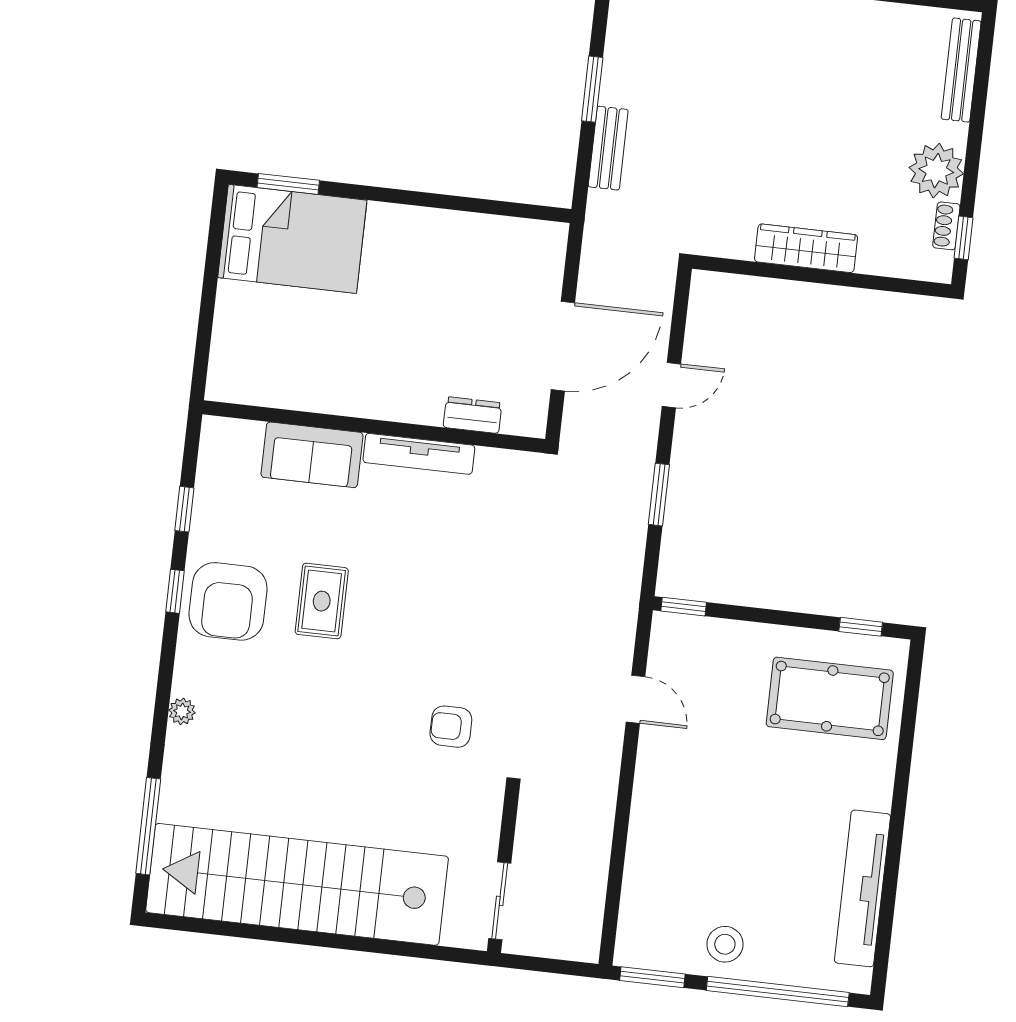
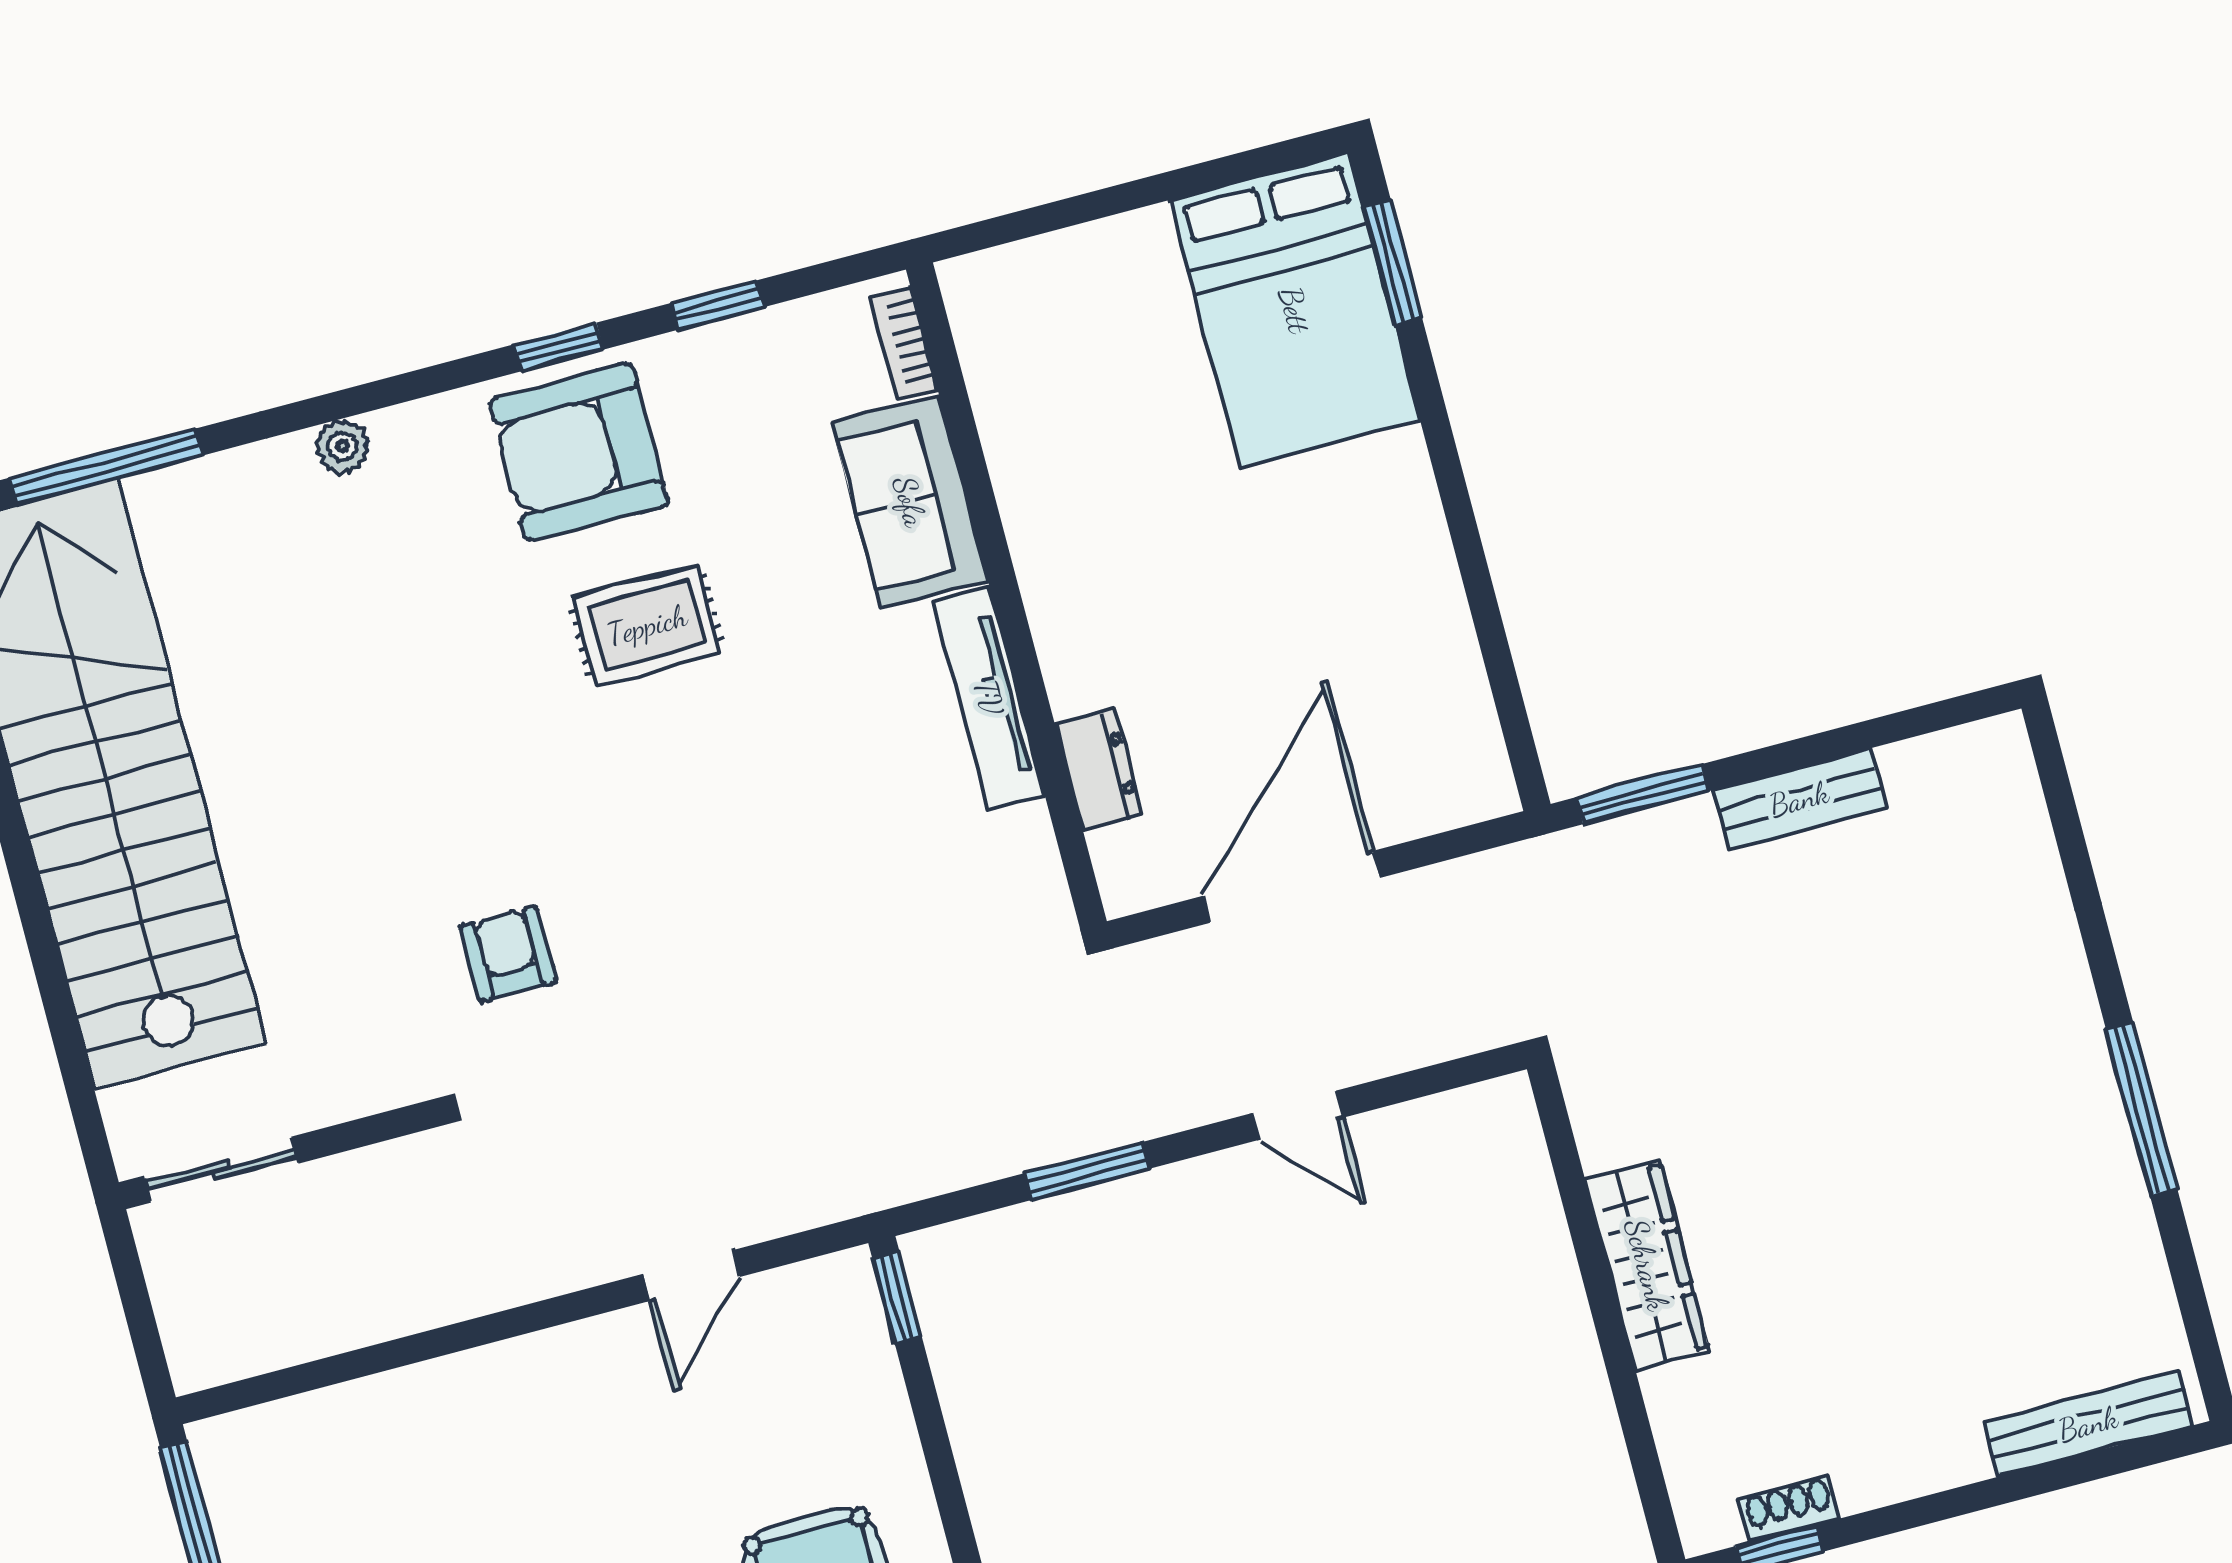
window: (592, 89) -> (1643, 794), moved
bench: (608, 148) -> (1799, 799), moved
plant: (936, 171) -> (1884, 1450), removed
door: (563, 346) -> (1291, 887), swing flipped
bookcase: (236, 429) -> (903, 343), added

